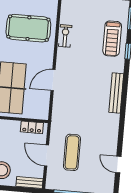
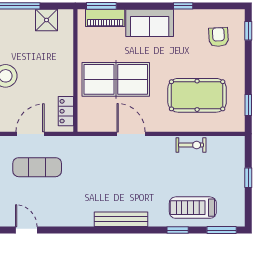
pool table: (28, 28) -> (197, 95), turned 90
door: (118, 165) -> (26, 230), hinge flipped

